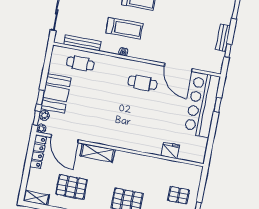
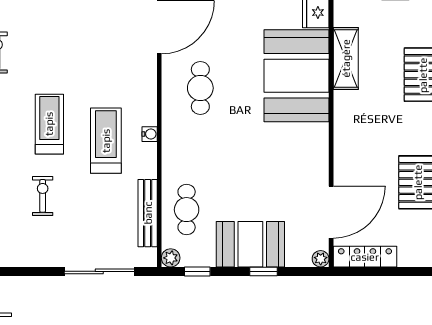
plant: (44, 115) -> (171, 258), moved
window: (37, 118) -> (197, 271), moved
booth: (139, 134) -> (296, 76), added
shelving: (98, 153) -> (346, 58), moved

